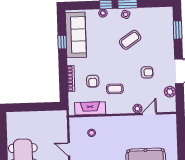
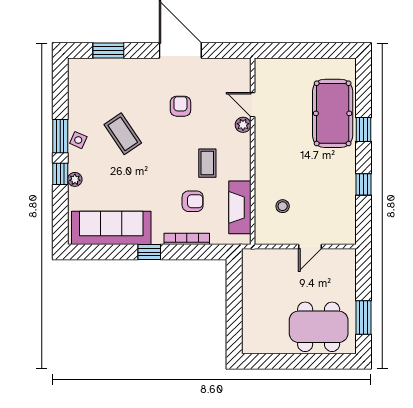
window: (62, 42) -> (149, 252), moved
plant: (170, 92) -> (215, 67), removed

